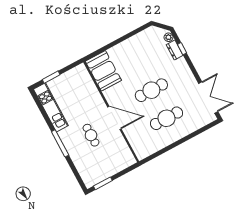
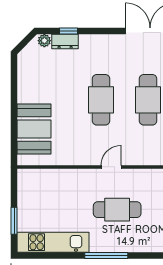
booth: (103, 71) -> (34, 129), moved, turned 90
door: (114, 118) -> (111, 167), width x0.53
cafe table: (91, 135) -> (117, 210), width x1.37, depth x1.35

